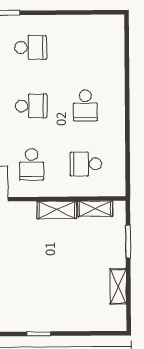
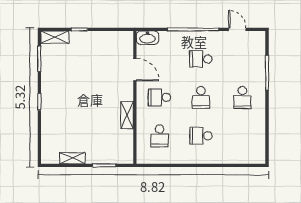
school desk: (86, 164) -> (160, 136), turned 180
shelving: (95, 209) -> (128, 142), removed

